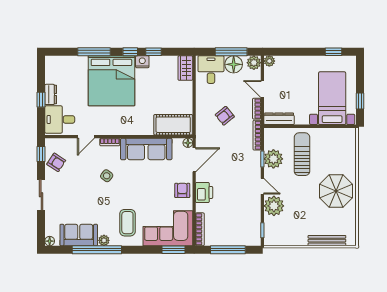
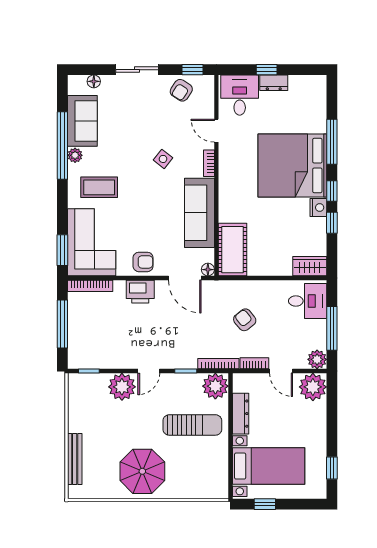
plant: (269, 61) -> (313, 387), width x1.88, depth x1.88
floor lamp: (234, 64) -> (315, 332), removed
door: (262, 89) -> (281, 371), swing flipped
dresser: (279, 119) -> (241, 414), moved
plant: (273, 159) -> (215, 386), moved
floor lamp: (50, 241) -> (94, 81), moved

